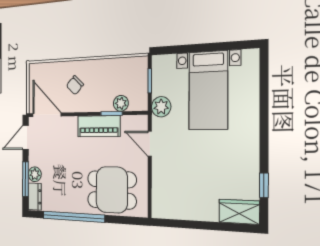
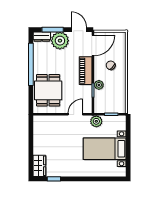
plant: (121, 103) -> (99, 85), moved
piano: (99, 126) -> (86, 71), moved
plant: (35, 174) -> (60, 41), width x1.87, depth x1.87

